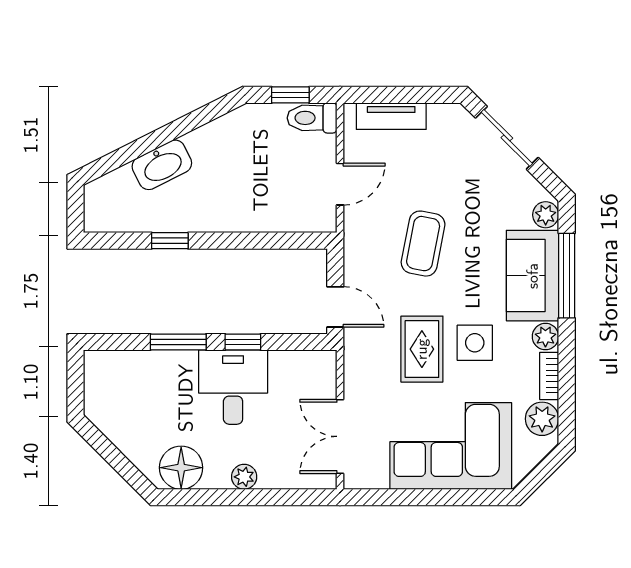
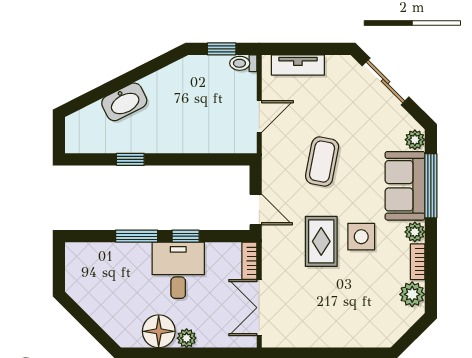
toilet: (312, 118) -> (243, 63), width x0.73, depth x0.72
bookcase: (327, 375) -> (249, 261), added
corner sofa: (451, 446) -> (343, 315), removed
floor lamp: (181, 468) -> (159, 331), moved

